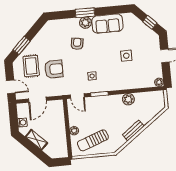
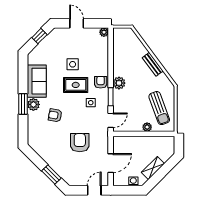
rug: (31, 66) -> (76, 85), moved
armchair: (112, 83) -> (101, 82), added
plant: (128, 99) -> (119, 83), moved
door: (37, 100) -> (111, 163), hinge flipped

